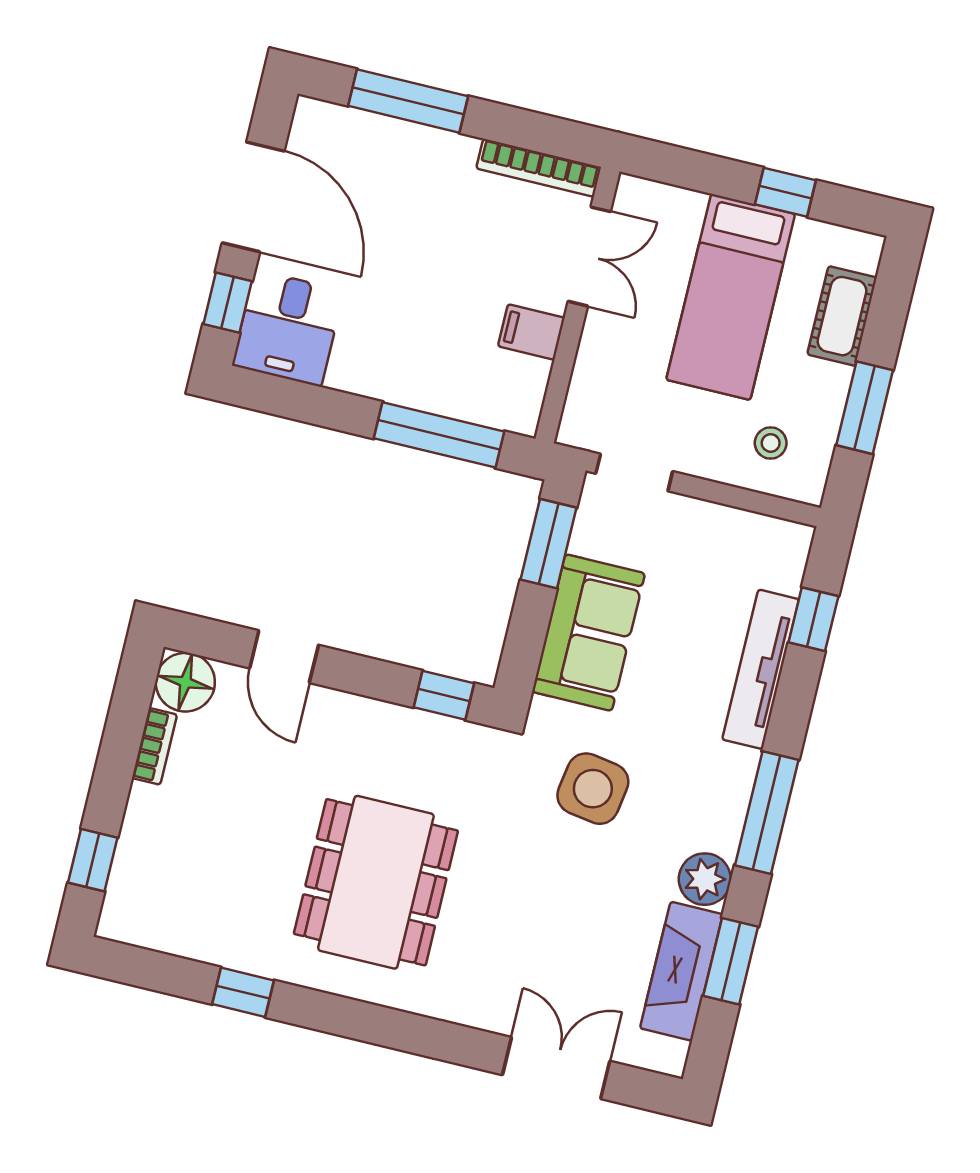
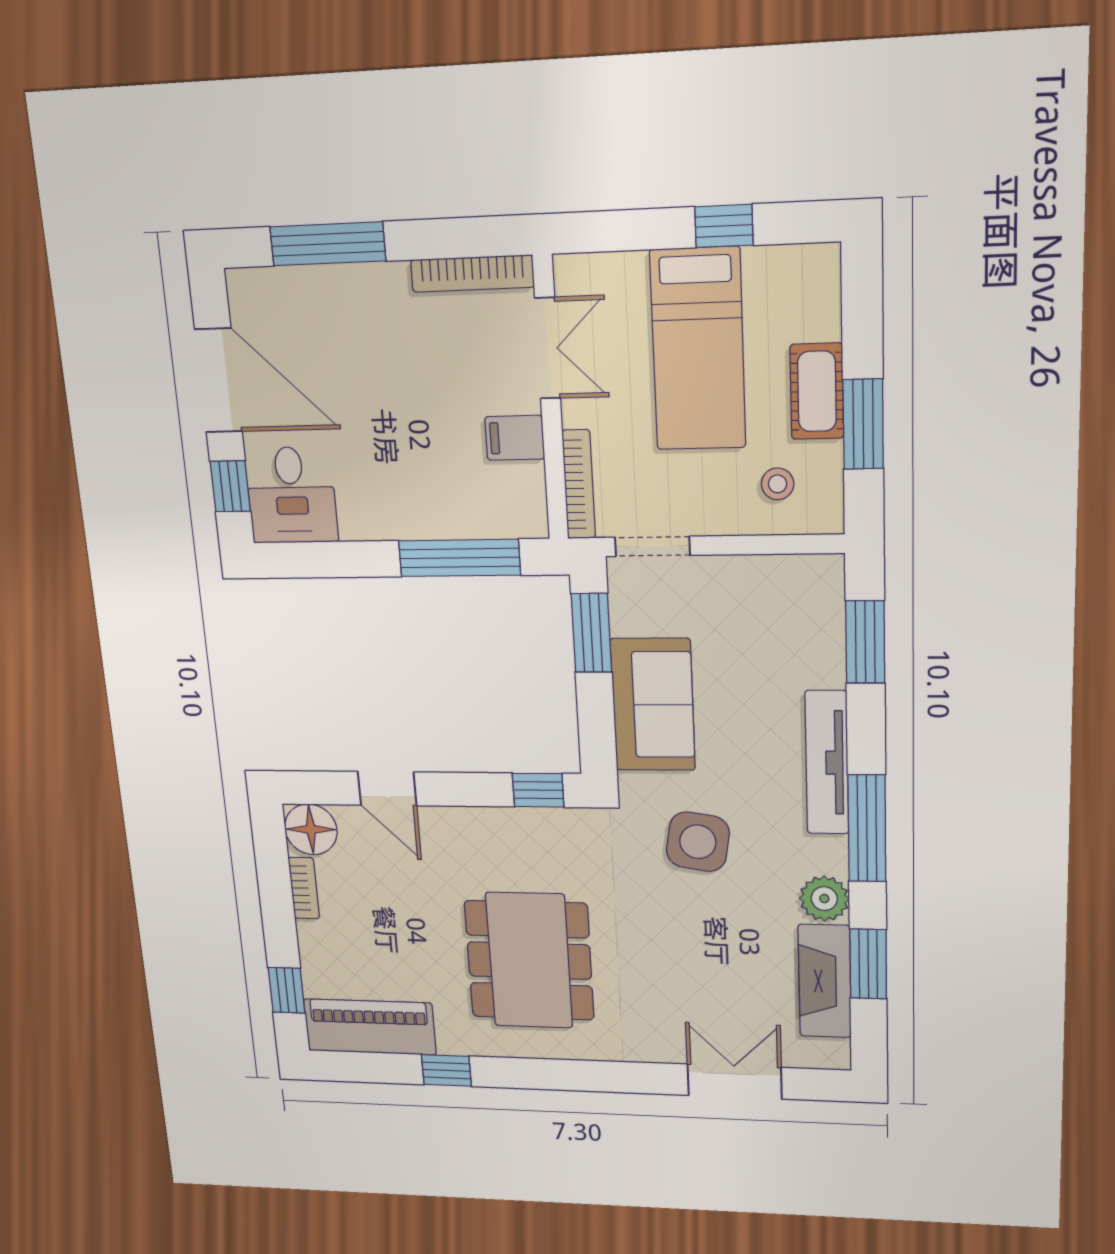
cot: (842, 316) -> (817, 391), moved
bookcase: (580, 393) -> (579, 484), added
window: (813, 619) -> (865, 642), width x1.50
tv unit: (761, 669) -> (827, 763), moved
piano: (173, 923) -> (370, 1027), added

